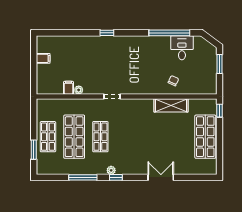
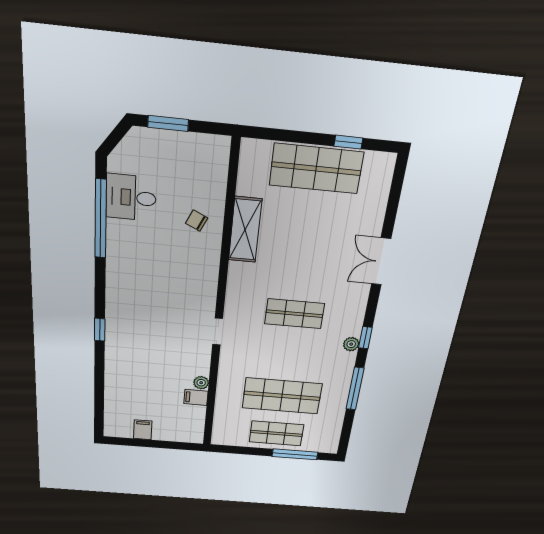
window: (219, 111) -> (348, 142), moved
shop shelf: (100, 137) -> (294, 314), moved
window: (34, 150) -> (295, 454), width x1.44

